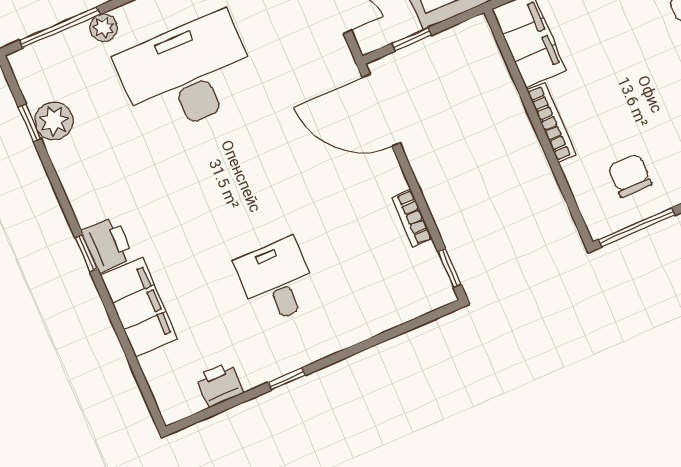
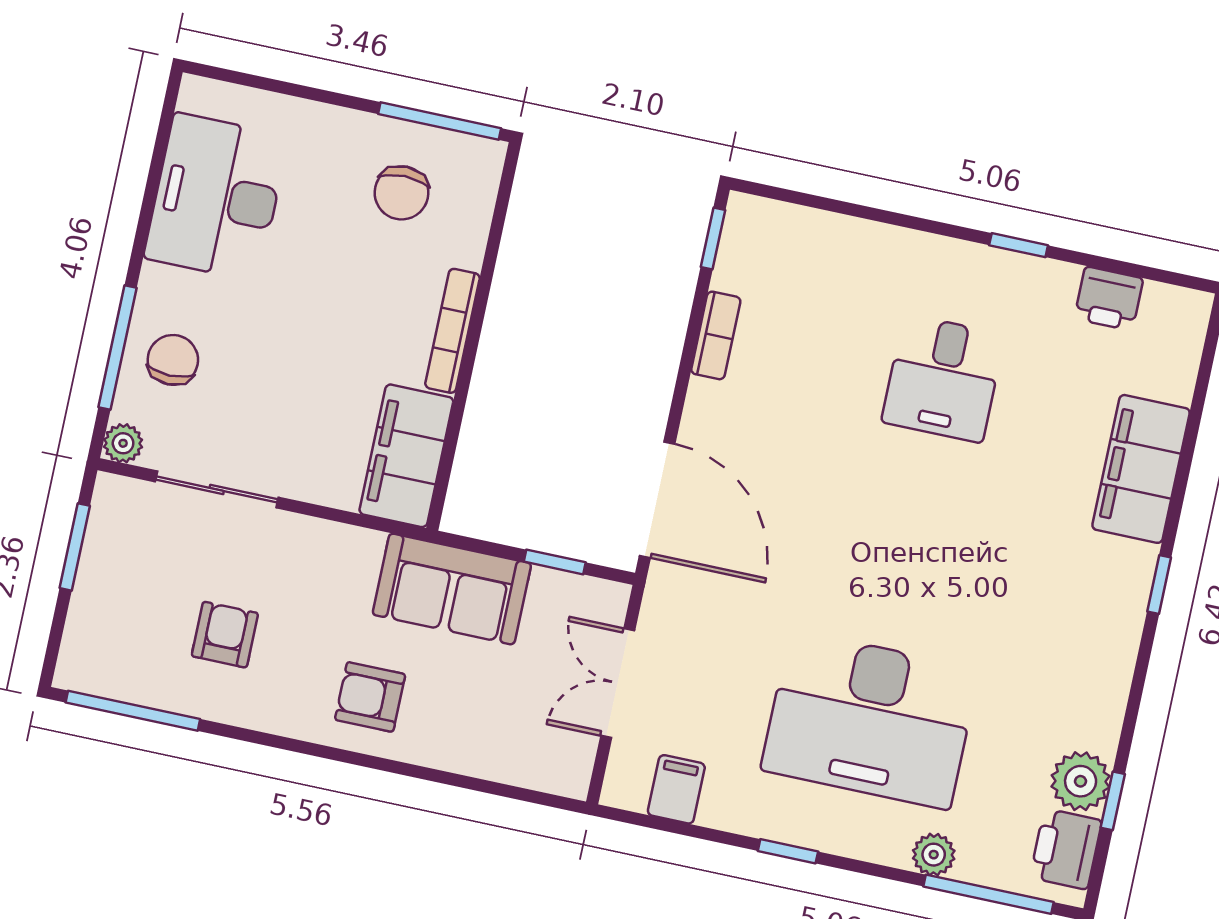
printer: (107, 244) -> (1066, 849), moved

